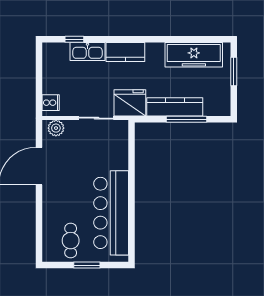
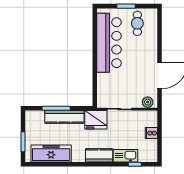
cooker: (51, 103) -> (151, 133), moved

